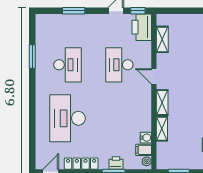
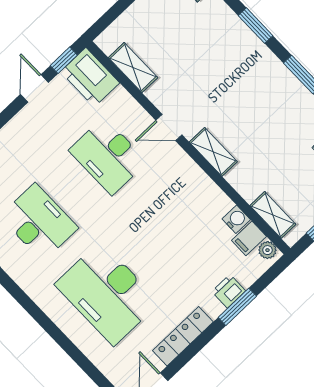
shelving: (162, 129) -> (273, 215), moved

